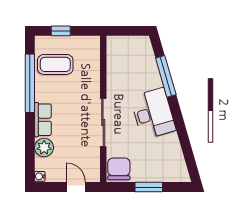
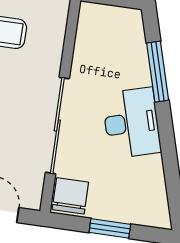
sliding door: (103, 123) -> (57, 126), width x1.36

